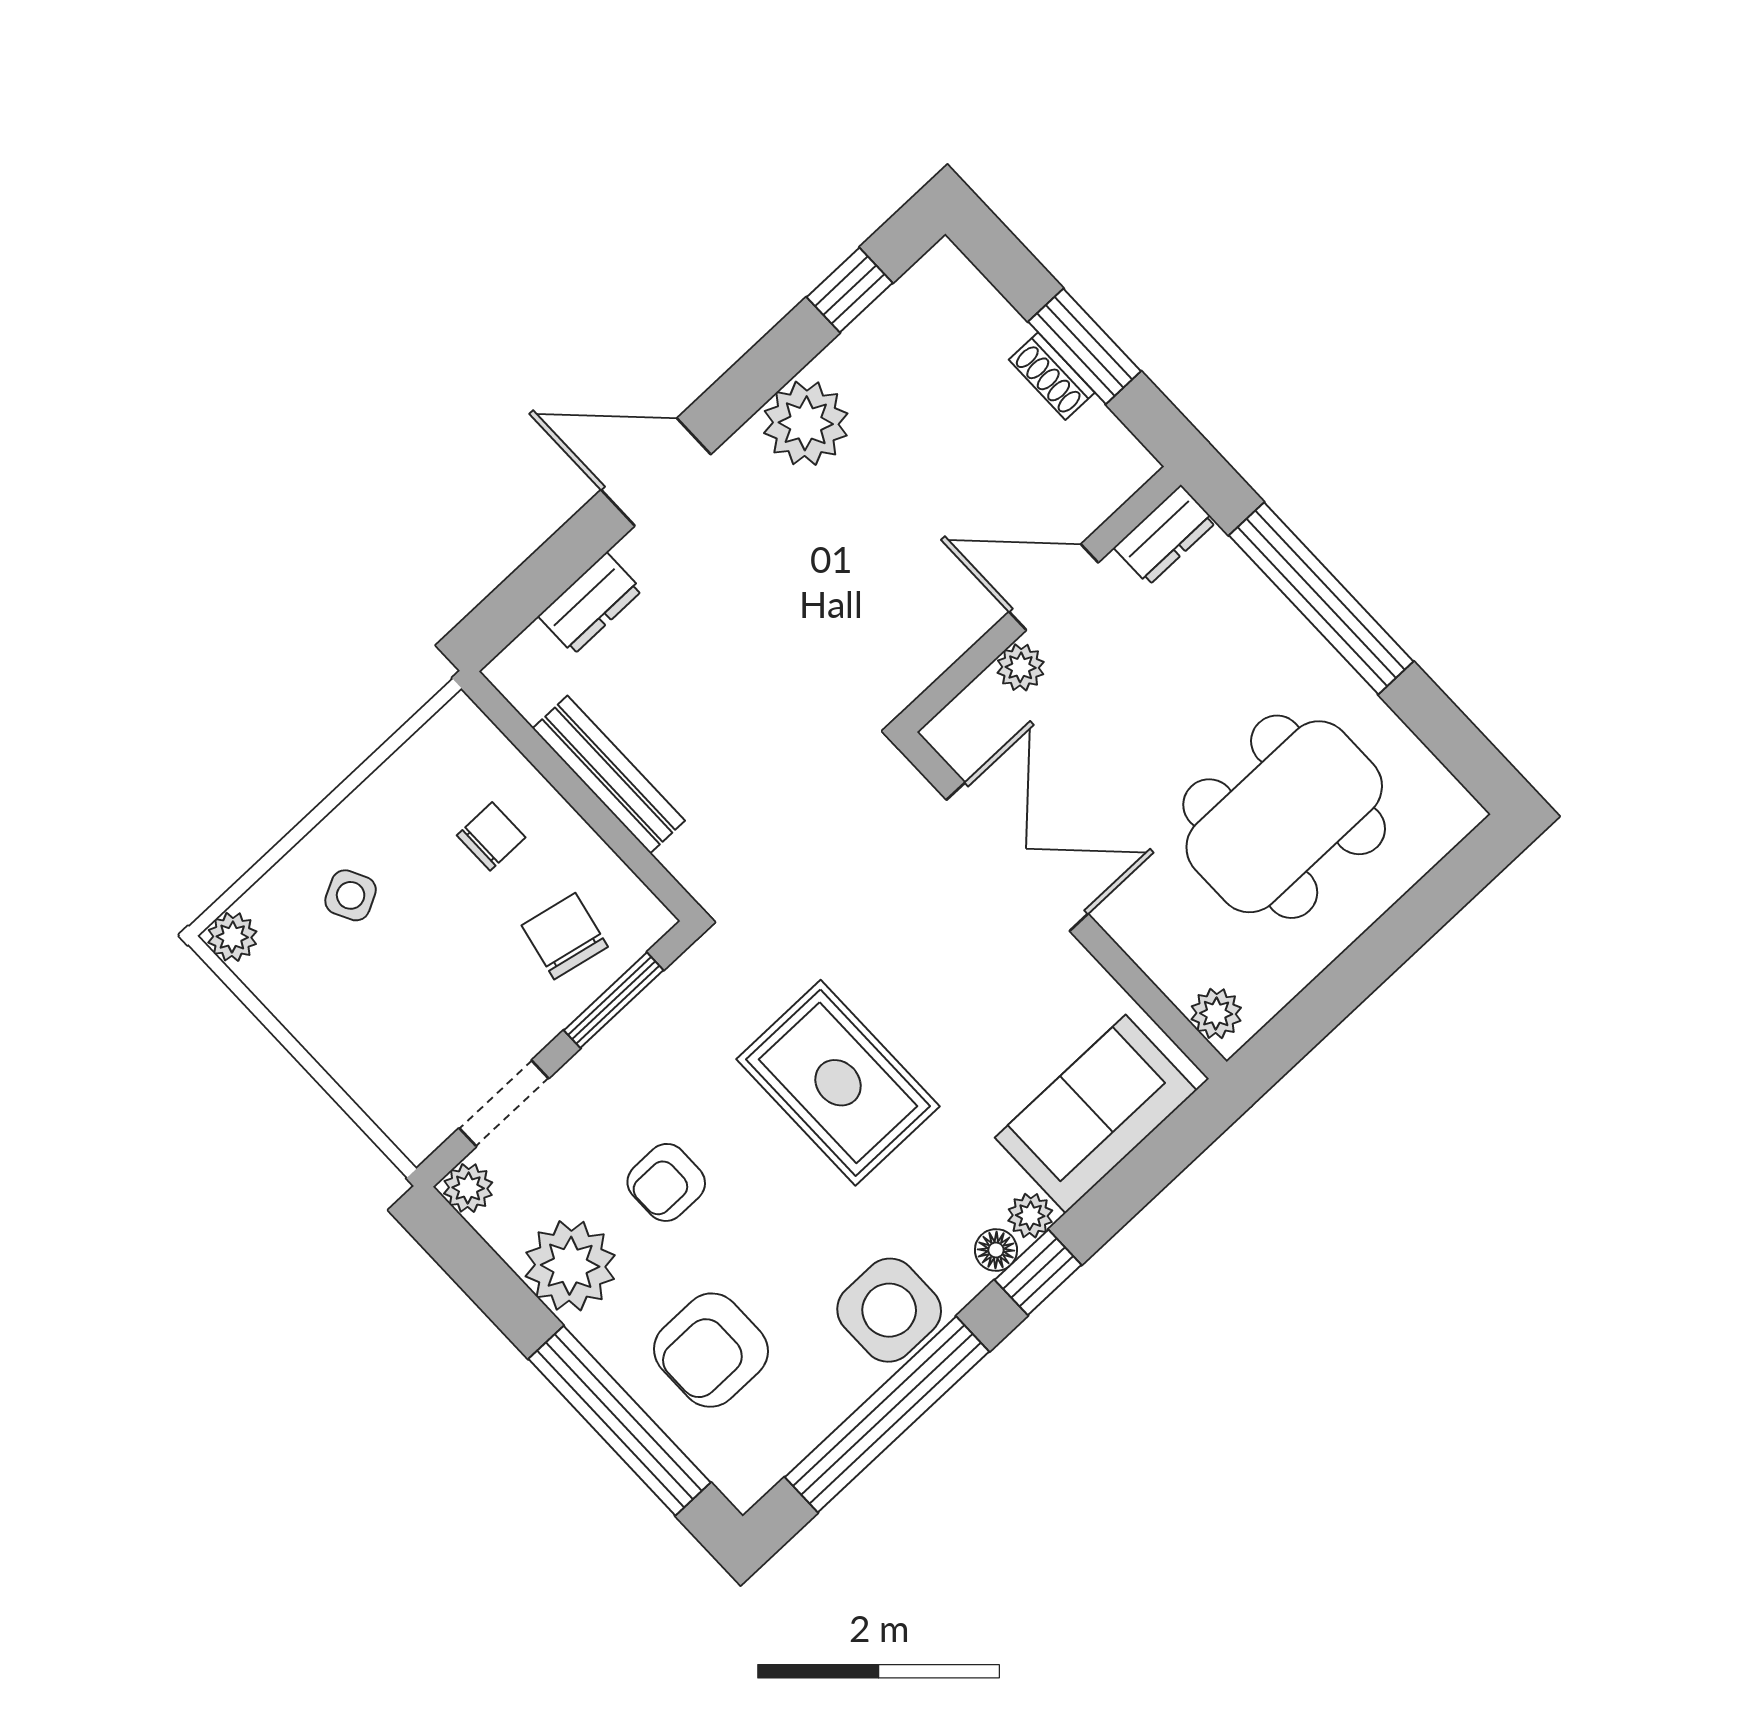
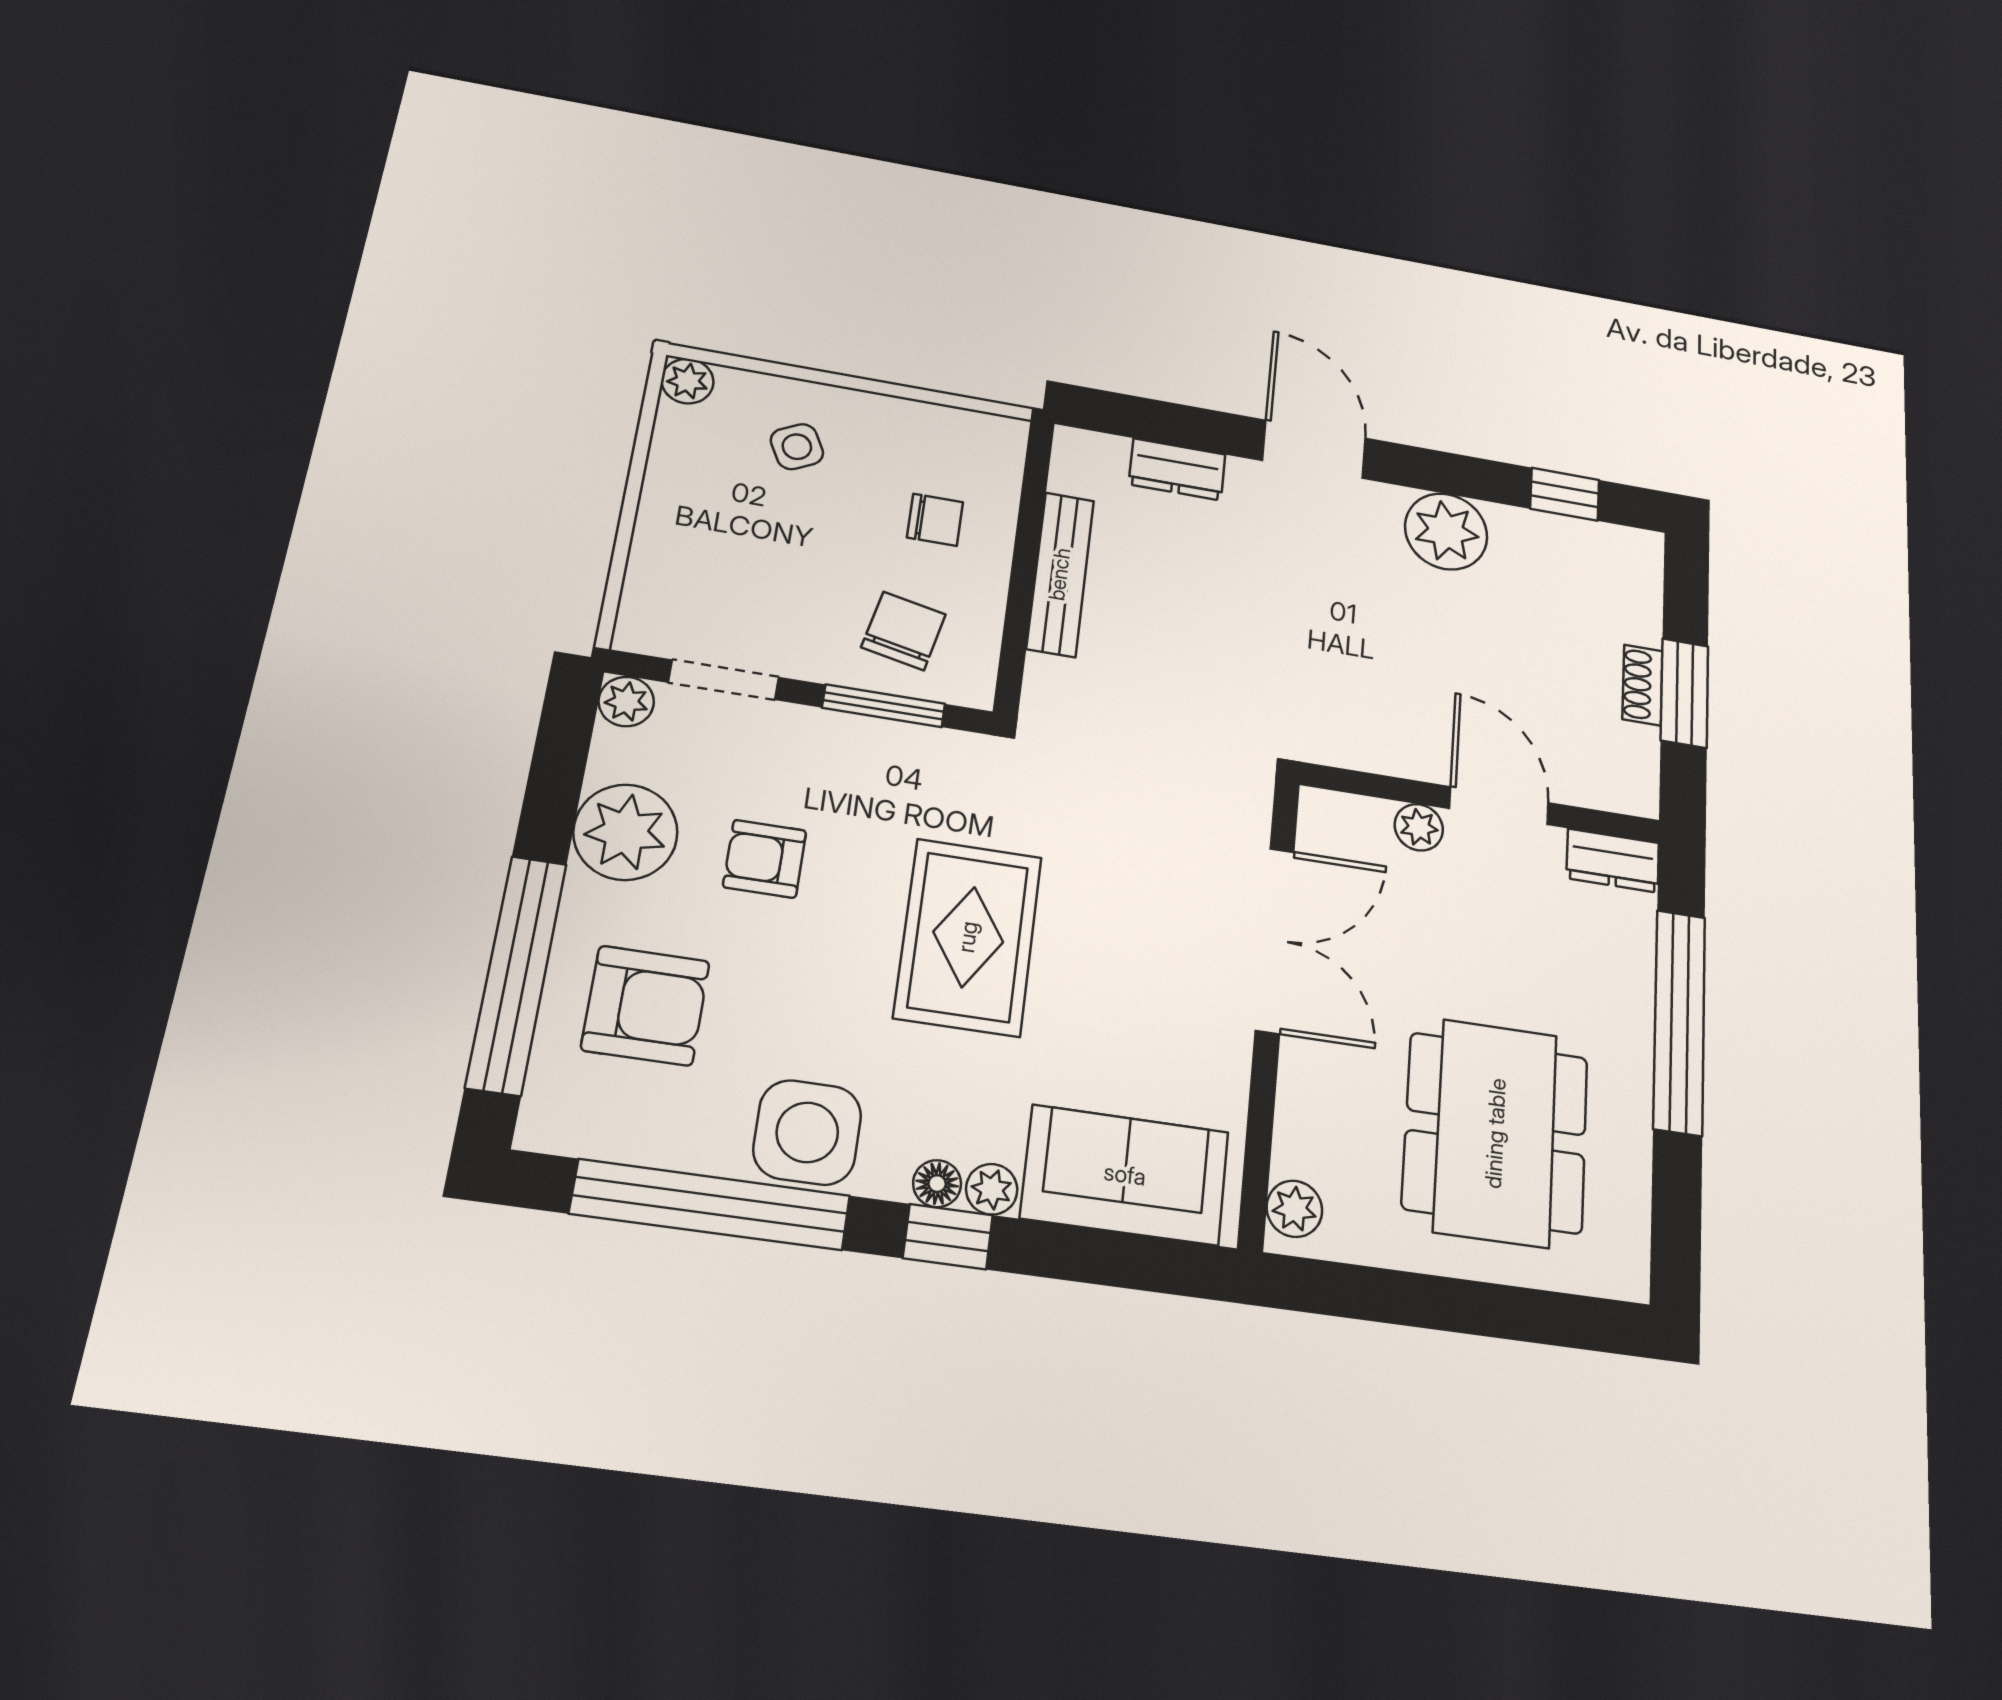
dining table: (1284, 817) -> (1496, 1133), turned 90
armchair: (711, 1350) -> (646, 1006), turned 180

